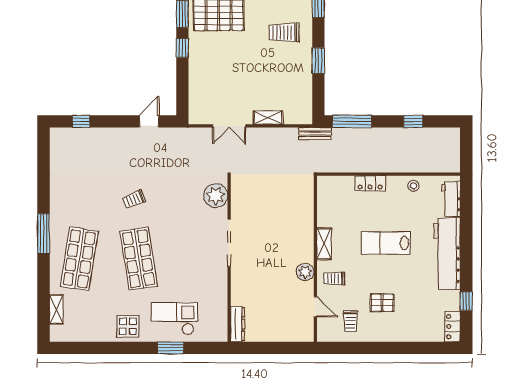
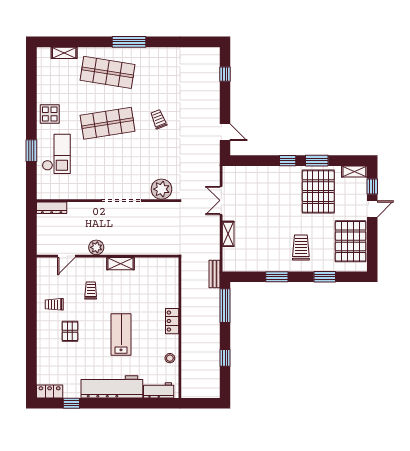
shelving: (324, 244) -> (120, 264), moved
wall: (315, 259) -> (108, 256), moved
plant: (305, 272) -> (96, 247), moved
door: (315, 307) -> (66, 256), moved

